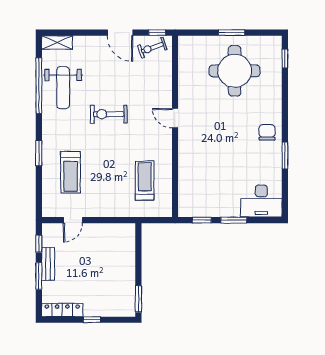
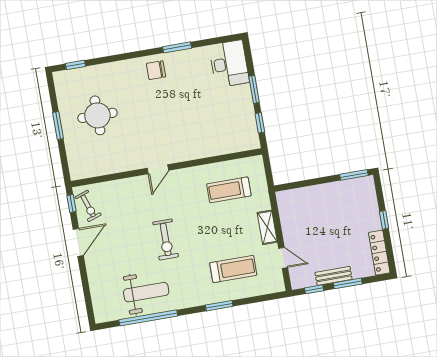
shelving: (57, 43) -> (267, 227), moved
round table: (235, 71) -> (97, 115), width x0.73, depth x0.73

